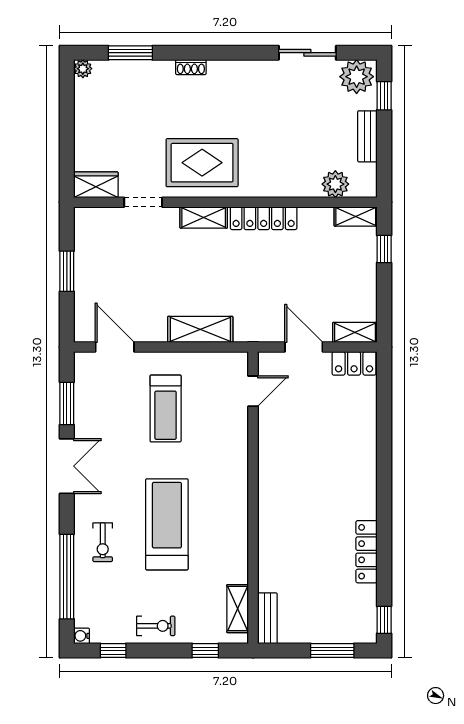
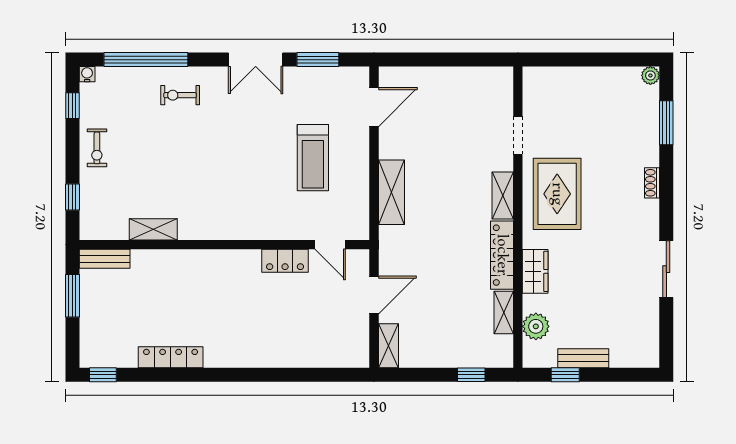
sliding door: (307, 53) -> (666, 269), moved
plant: (357, 77) -> (643, 347), removed
window: (384, 96) -> (565, 375), moved
wardrobe: (96, 185) -> (535, 271), moved
shelving: (356, 216) -> (504, 312), moved
window: (67, 271) -> (449, 60), removed
locker: (354, 363) -> (285, 261), moved, turned -90
treadmill: (166, 409) -> (313, 158), turned -90
treadmill: (167, 524) -> (198, 159), removed
shelving: (238, 609) -> (153, 229), moved
window: (332, 651) -> (72, 296), moved

